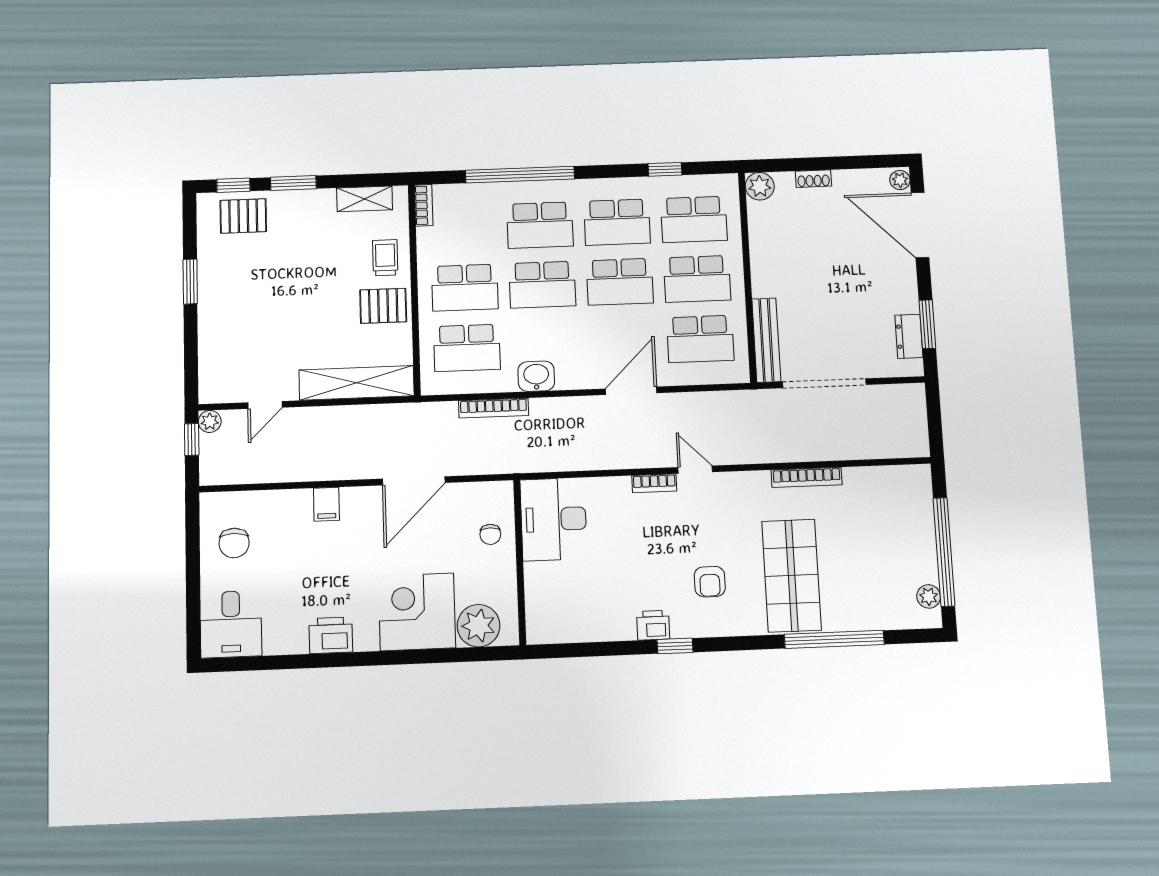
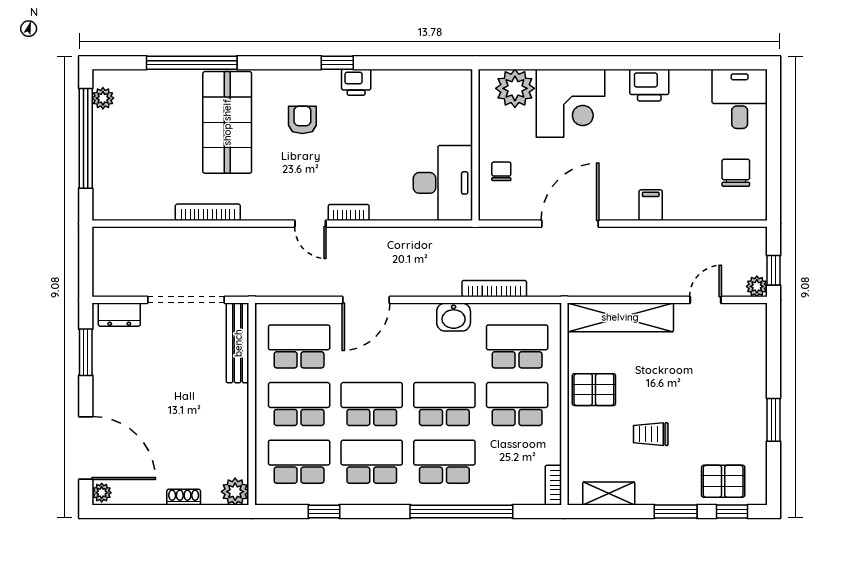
trolley: (385, 258) -> (651, 434), moved, turned 90
dresser: (909, 336) -> (119, 315), moved, turned 90

